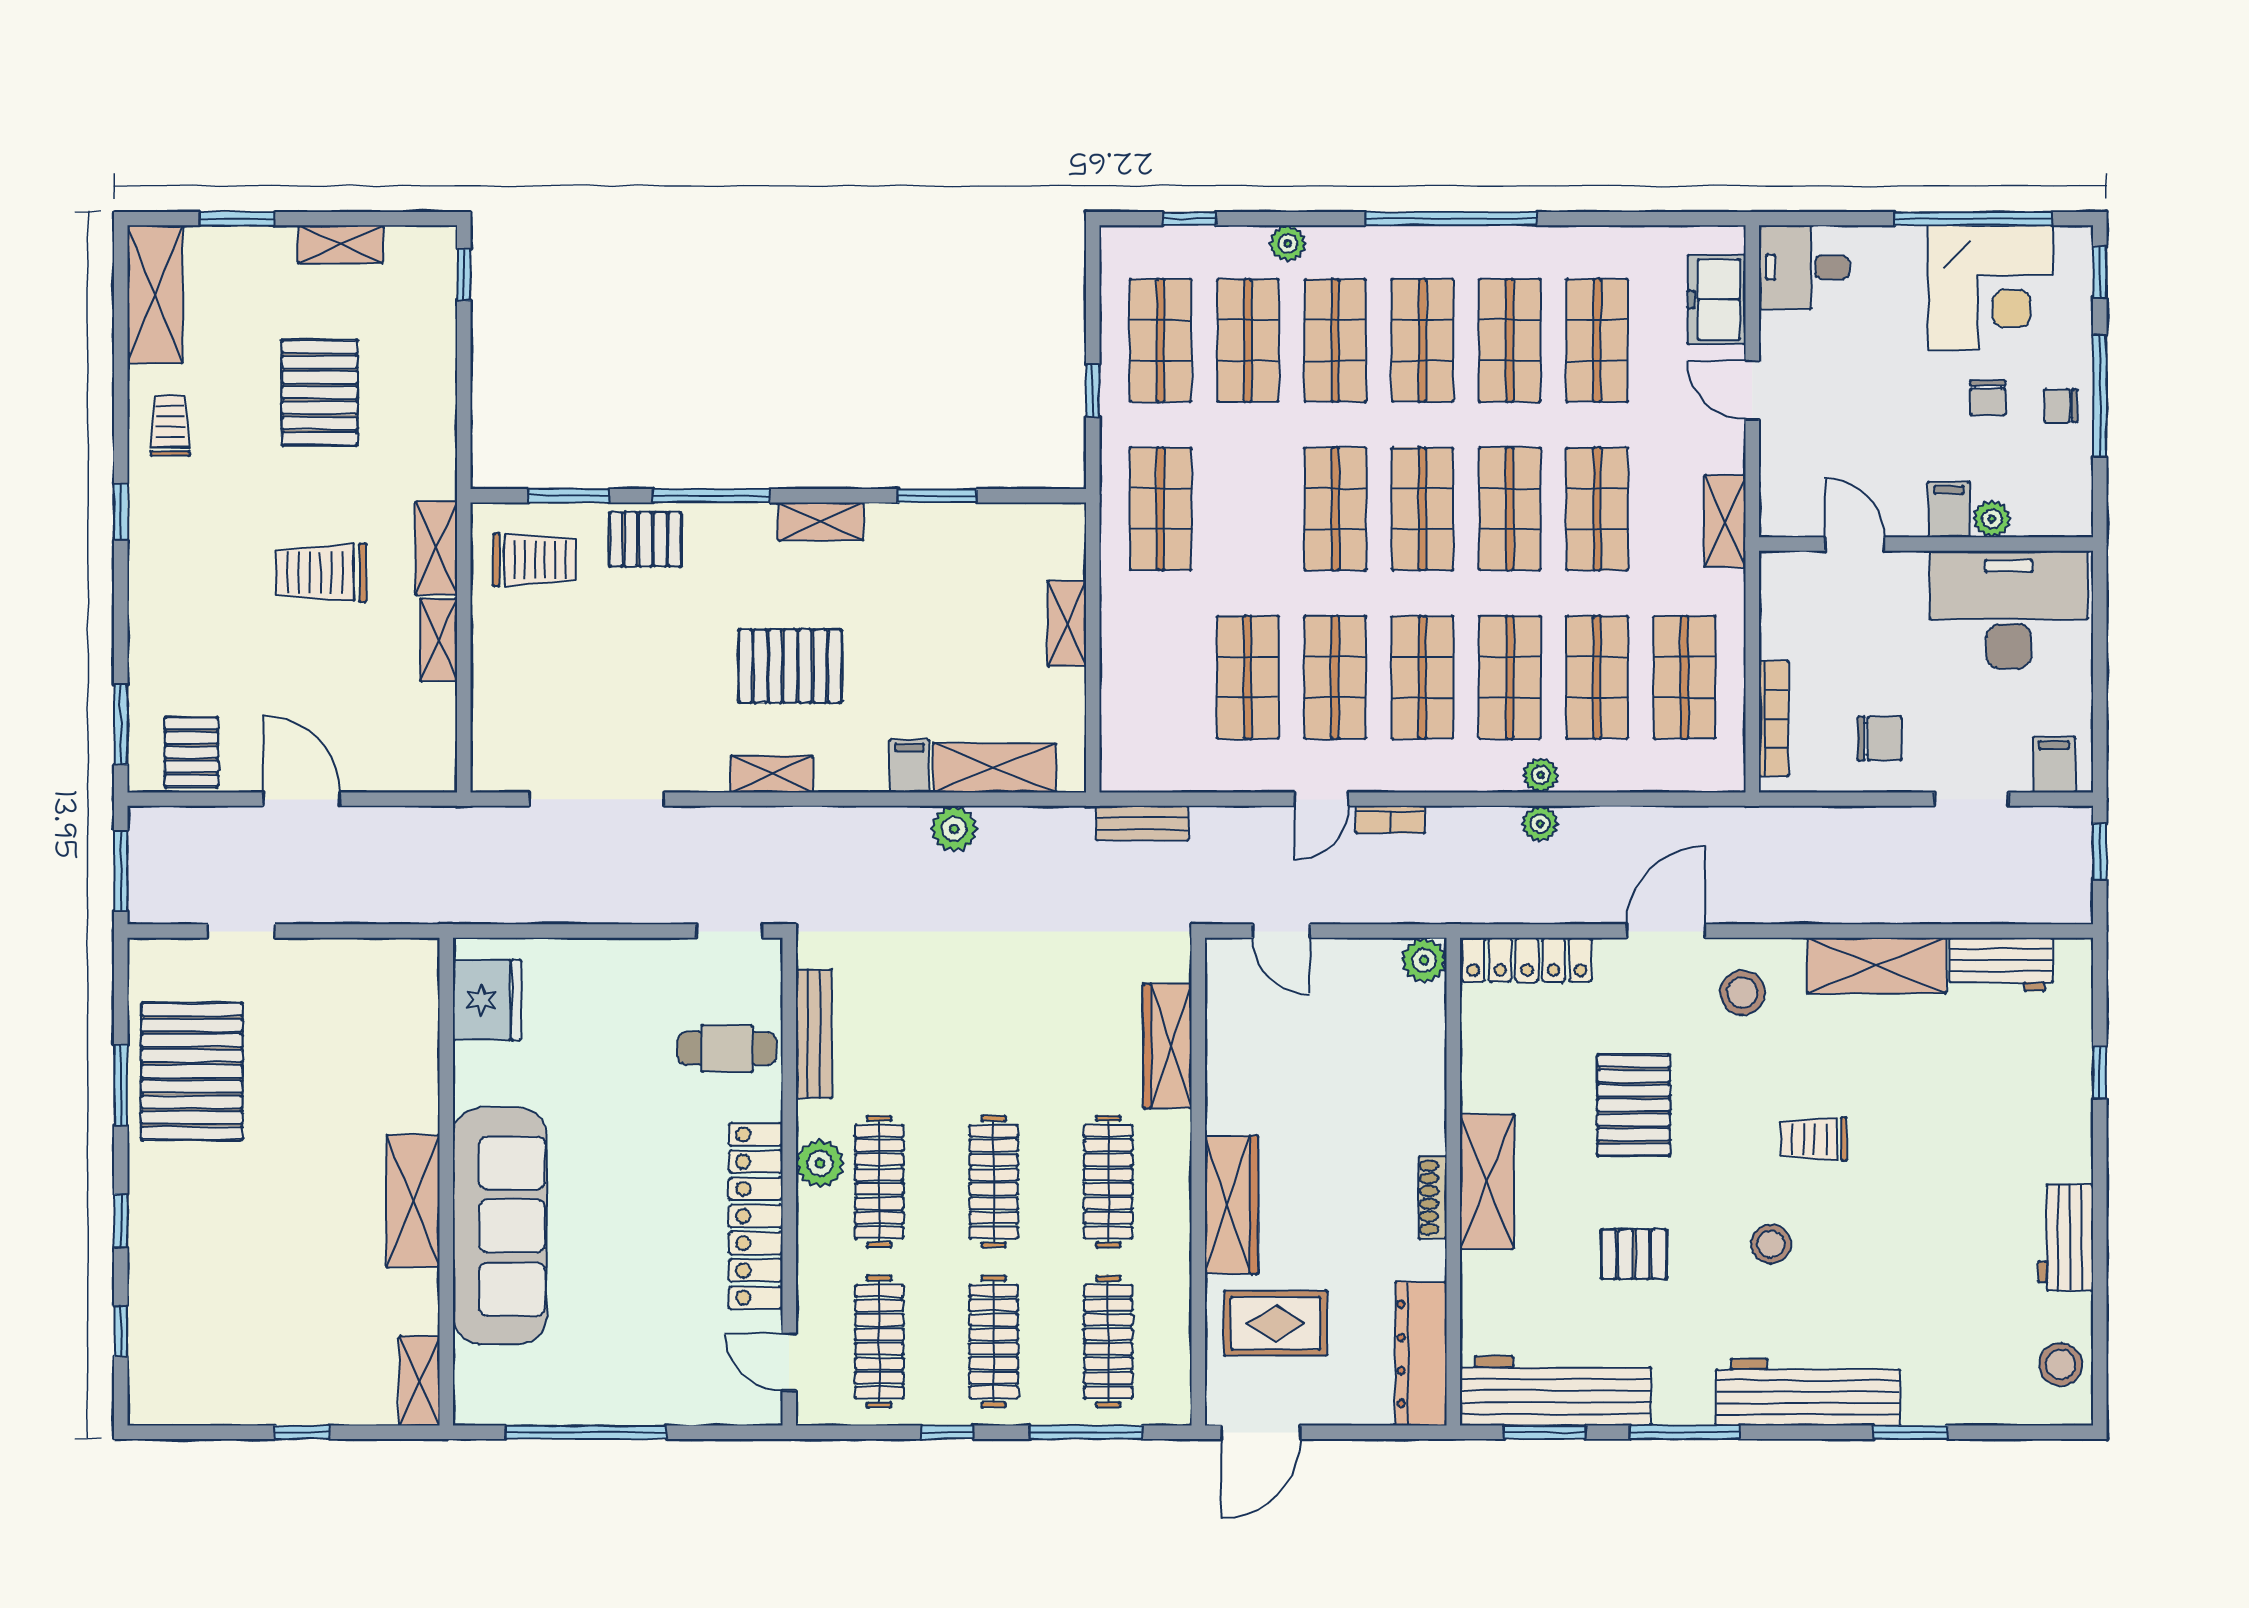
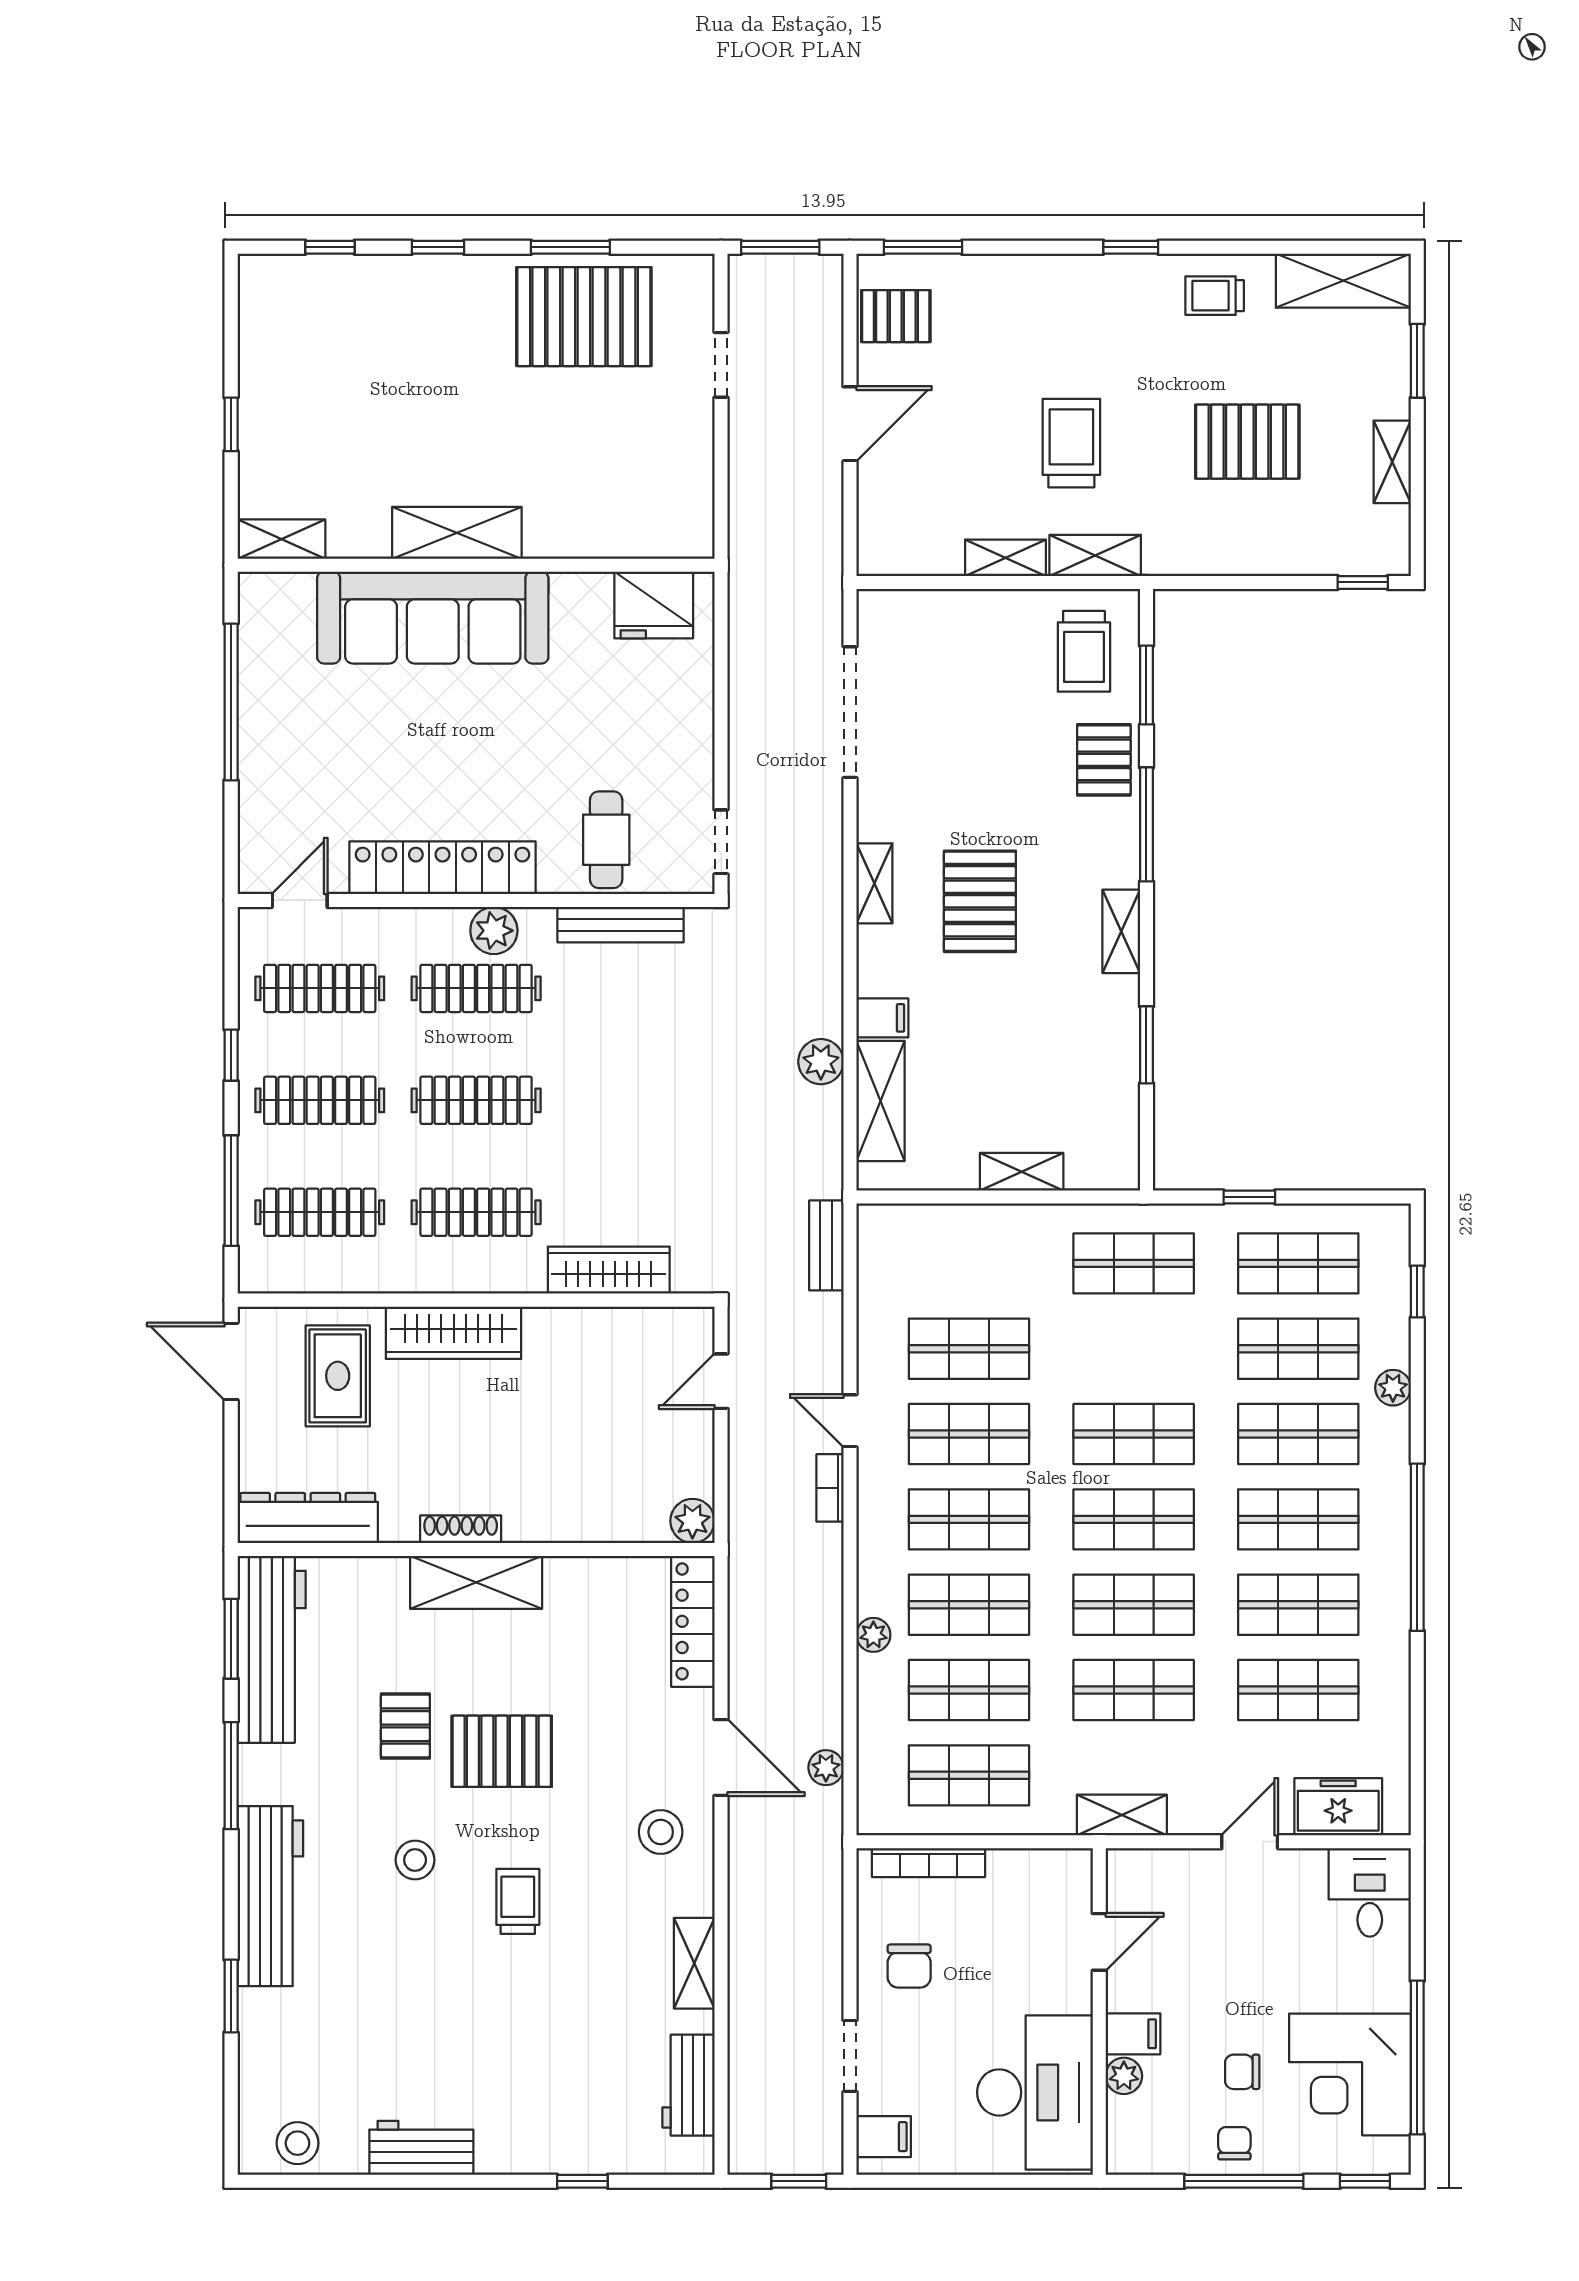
trolley: (170, 426) -> (1215, 296), turned 180
plant: (1540, 824) -> (826, 1768), moved
shelving: (1877, 965) -> (694, 1963), width x0.67, depth x0.75
pallet: (1634, 1105) -> (502, 1751), moved

